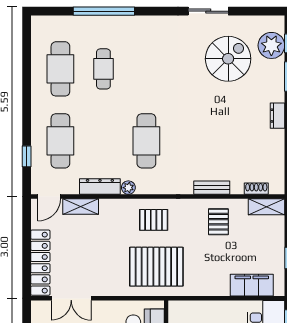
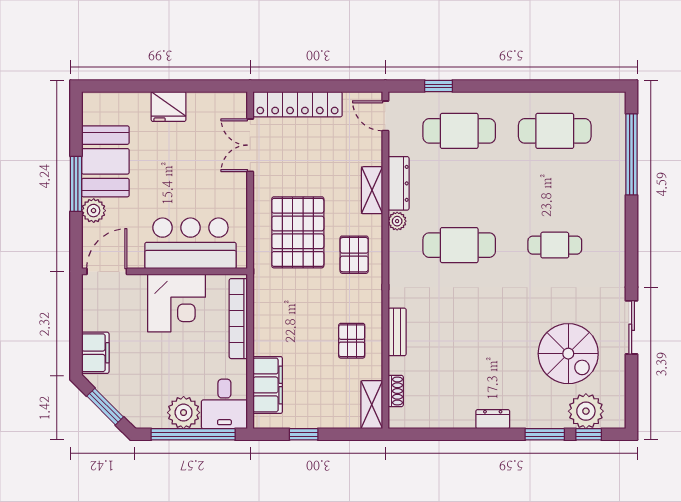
window: (104, 11) -> (632, 154), moved
cafe table: (103, 69) -> (555, 245), moved
shelving: (81, 206) -> (372, 190), moved
pallet: (218, 222) -> (352, 341), turned 90
pallet: (156, 267) -> (298, 232), moved
bookcase: (202, 307) -> (238, 319), added

